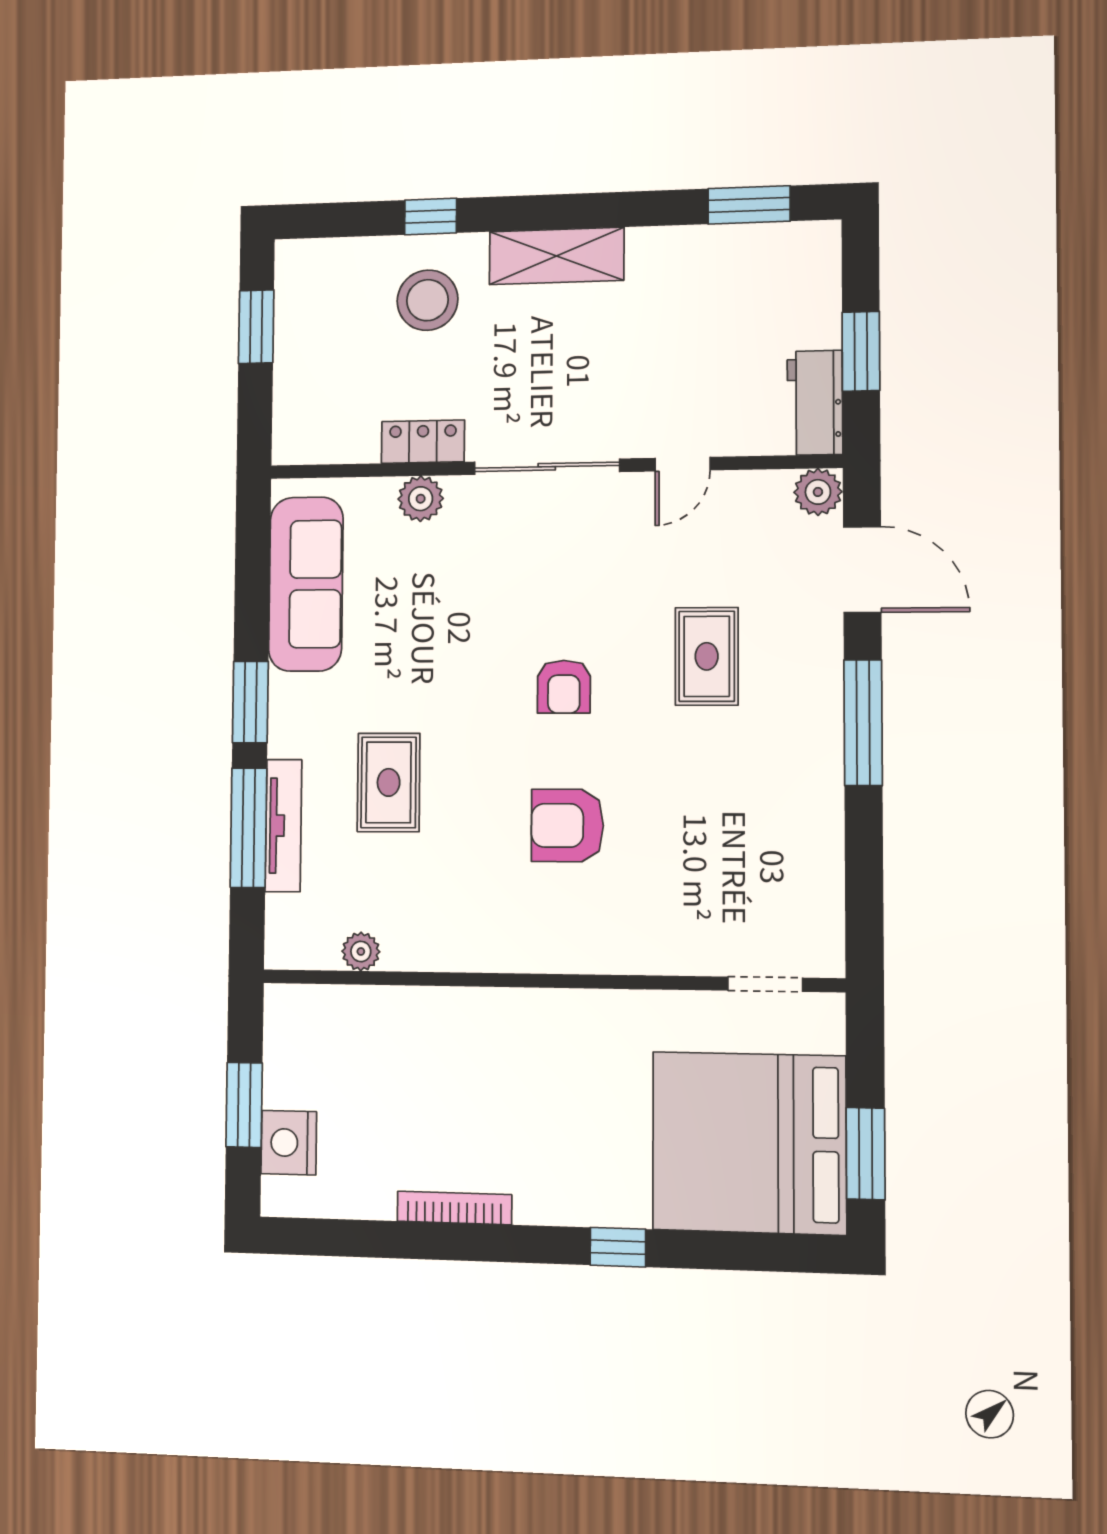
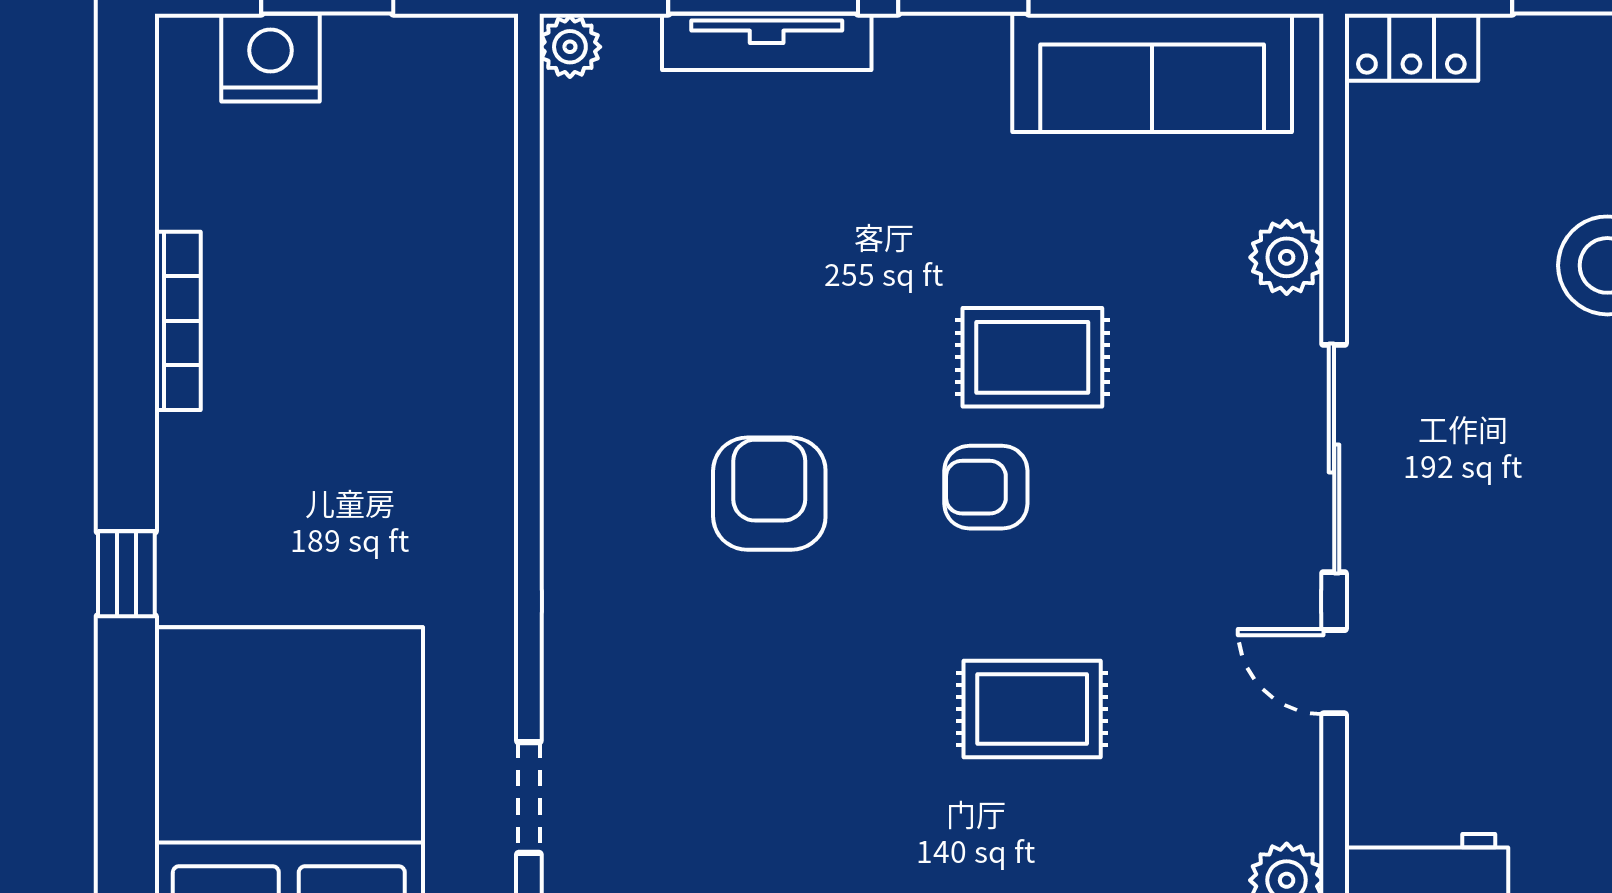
locker: (423, 442) -> (1411, 47), moved, turned 90
rug: (389, 782) -> (1032, 357), moved
plant: (361, 951) -> (570, 47), moved

